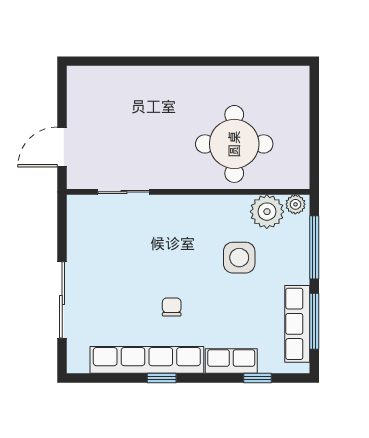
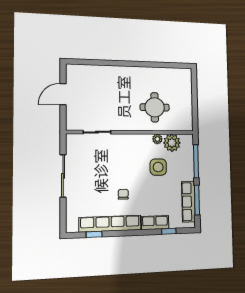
round table: (234, 144) -> (155, 107), width x0.73, depth x0.73
door: (62, 147) -> (63, 94), moved
plant: (295, 204) -> (157, 139), moved
sliding door: (62, 300) -> (63, 176), moved
window: (162, 378) -> (94, 234), moved

